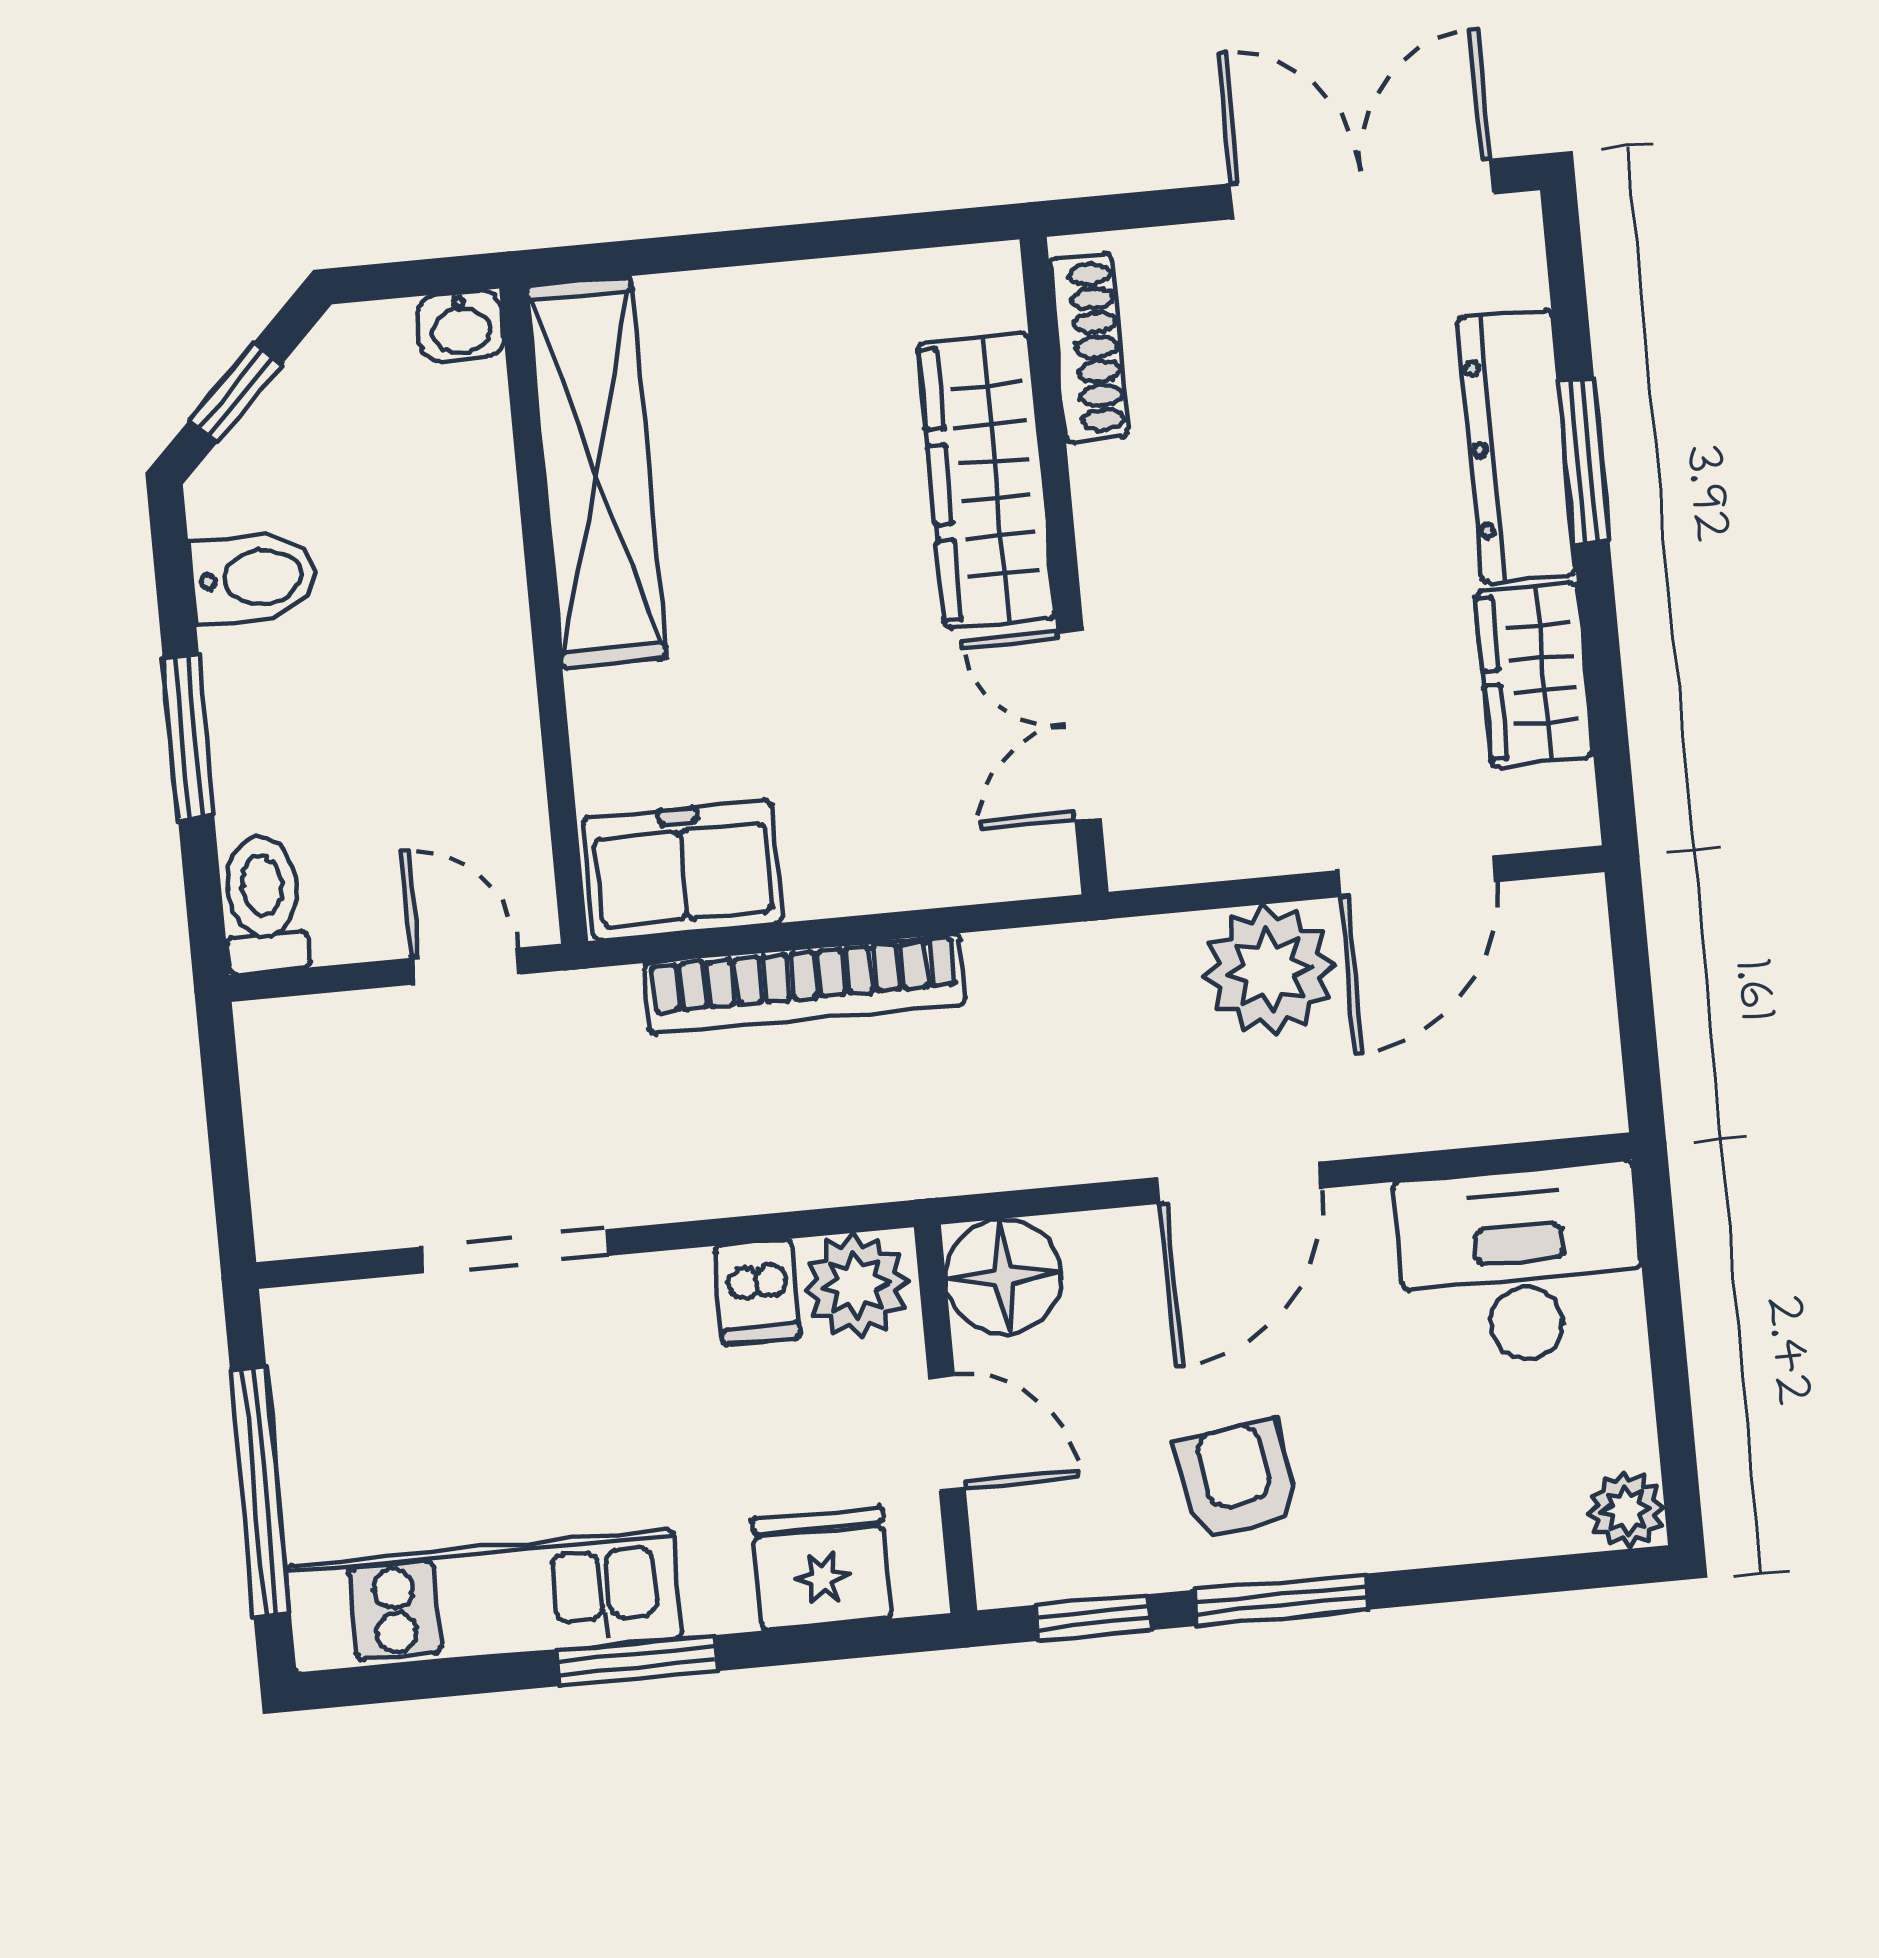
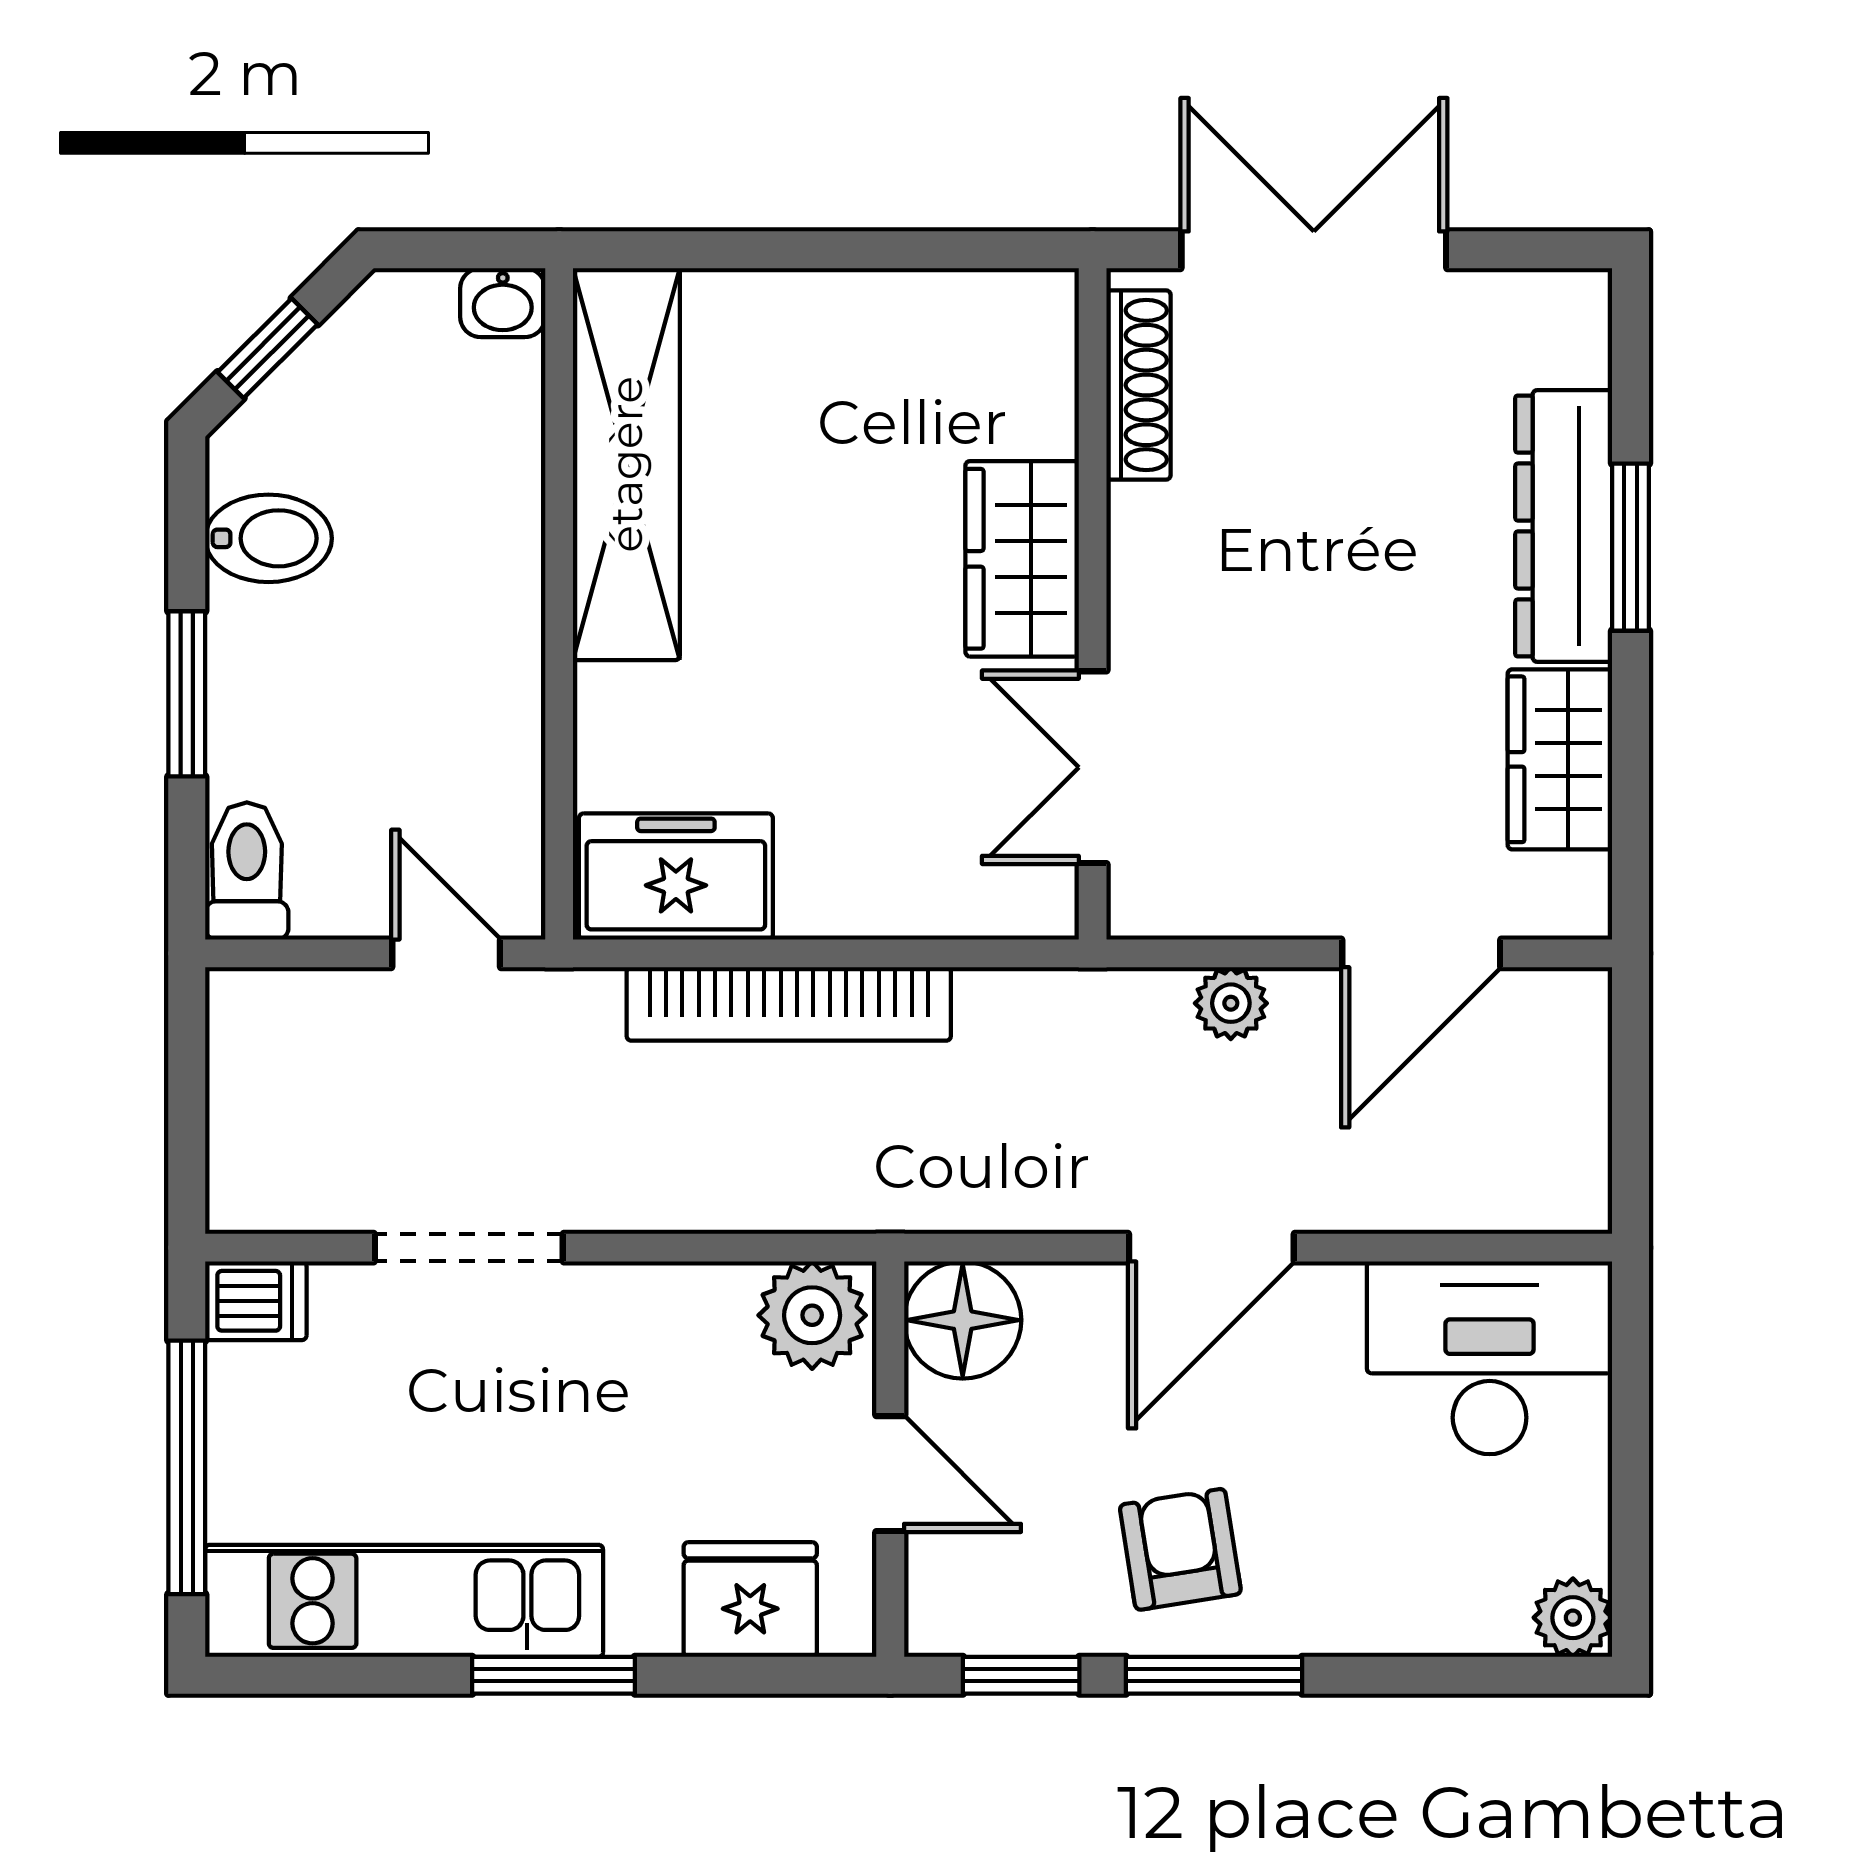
double door: (1362, 189) -> (1314, 250), moved
wardrobe: (987, 480) -> (1022, 559), width x0.67
plant: (1269, 970) -> (1231, 1003), width x0.53, depth x0.53
dishwasher: (758, 1292) -> (256, 1301), moved, turned -90

